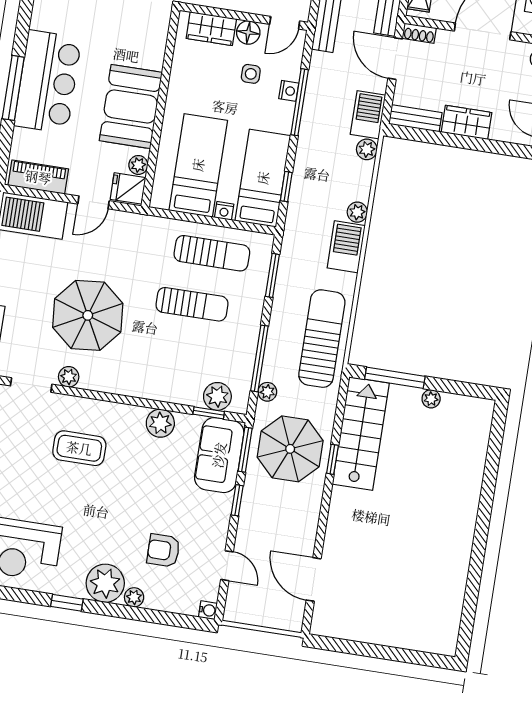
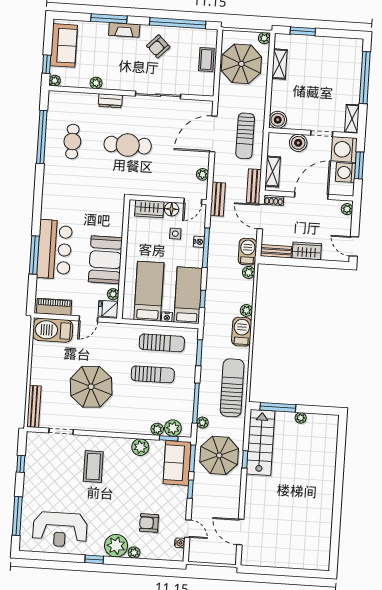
plant: (69, 377) -> (157, 429), moved
coffee table: (79, 448) -> (93, 466), turned 90
water cooler: (208, 610) -> (180, 543), moved

